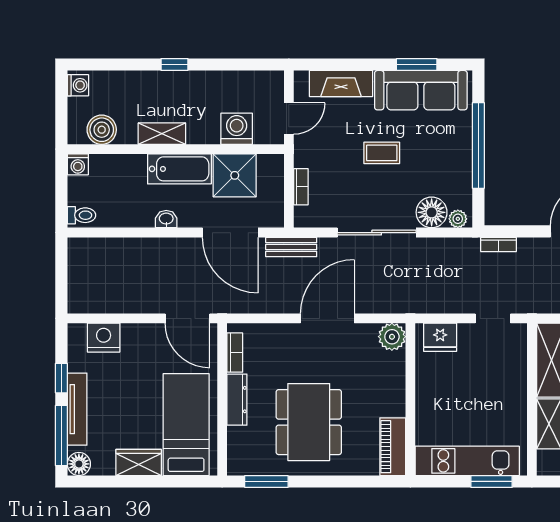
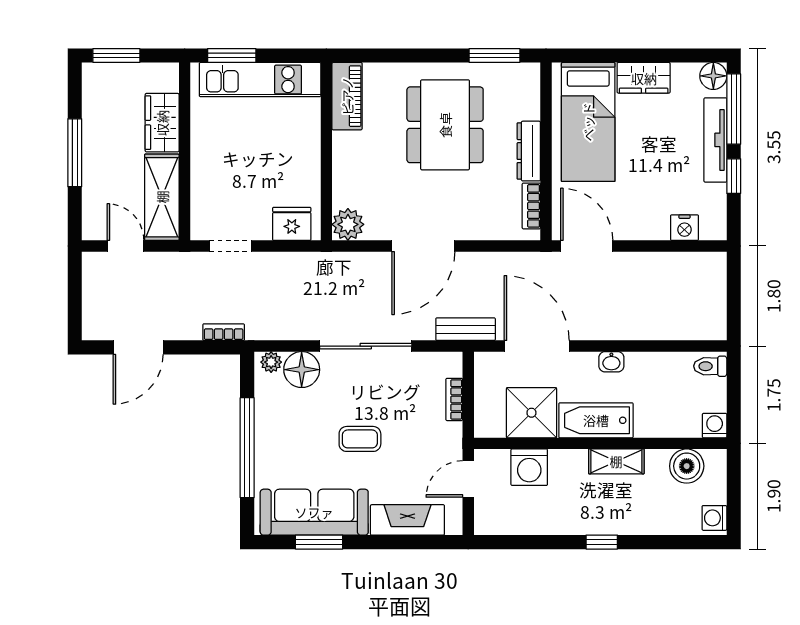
nightstand: (104, 338) -> (684, 228), width x0.74, depth x0.75

